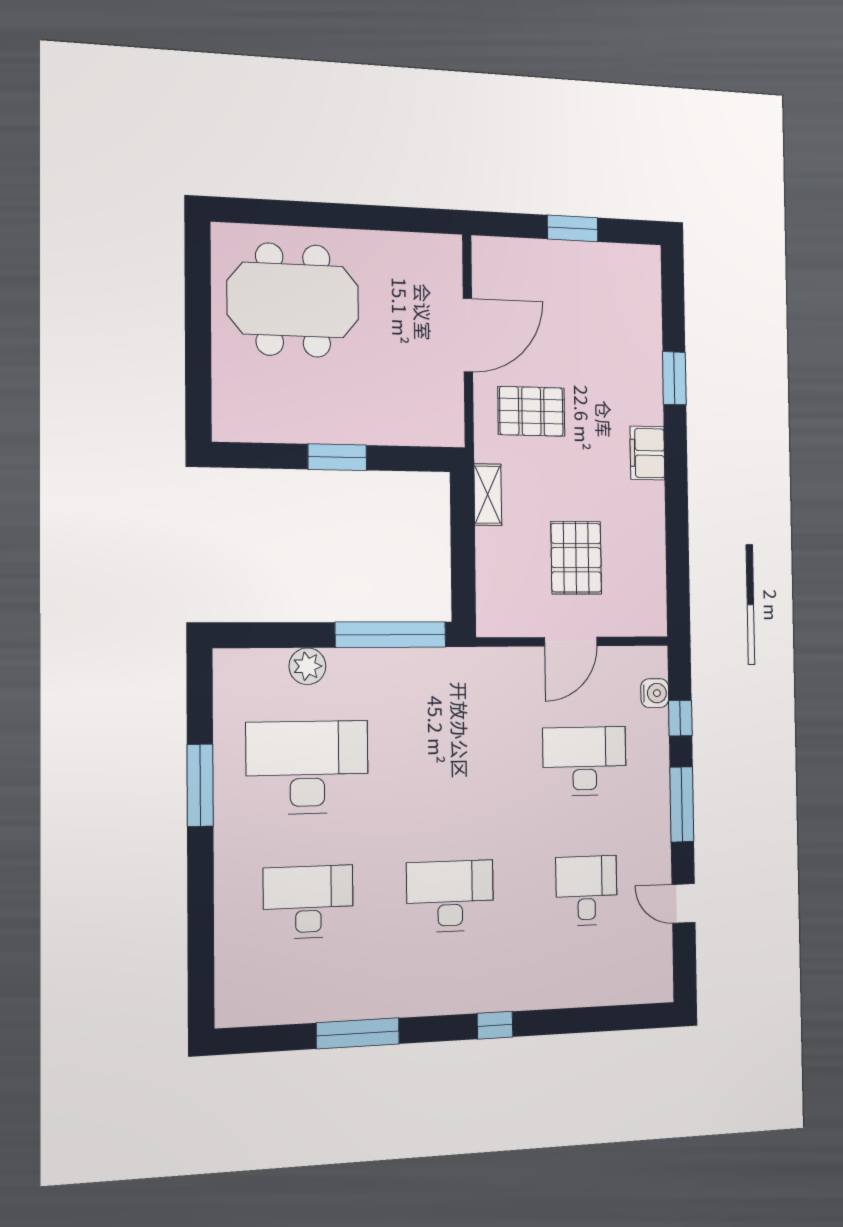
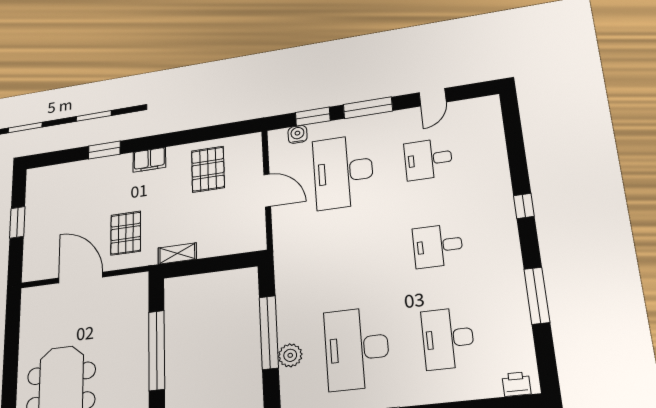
window: (337, 457) -> (157, 350), width x2.11
pallet: (576, 558) -> (208, 169), moved, turned 90
window: (391, 635) -> (269, 332), moved
window: (680, 718) -> (313, 117), width x1.50
desk: (585, 761) -> (343, 172), width x1.36, depth x1.30
desk: (450, 896) -> (438, 246), width x0.73
printer: (231, 995) -> (516, 384), added

